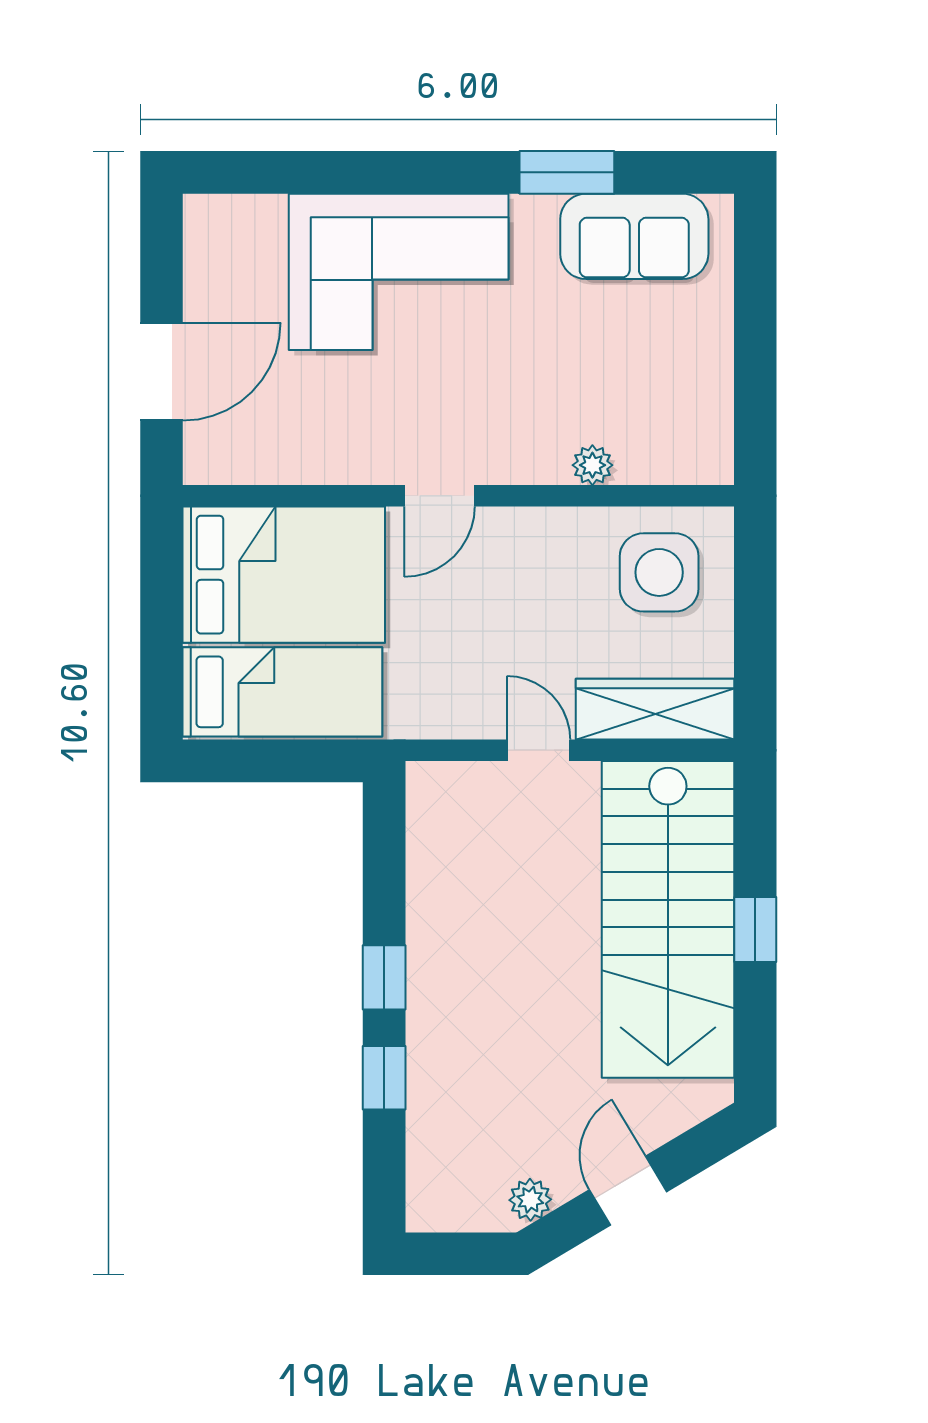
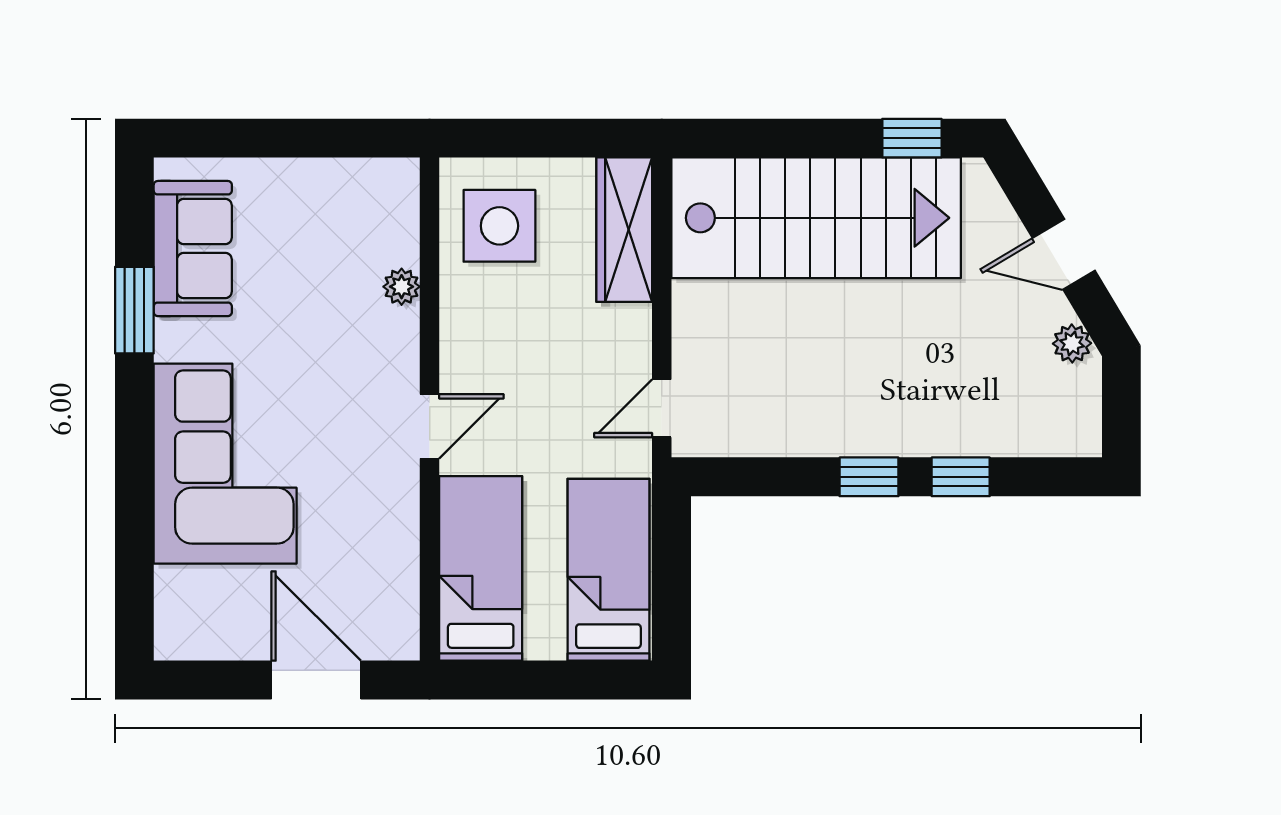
door: (439, 496) -> (430, 426), hinge flipped
bed: (284, 575) -> (481, 568), width x0.67
door: (539, 750) -> (662, 408), moved
window: (755, 930) -> (912, 138), moved

